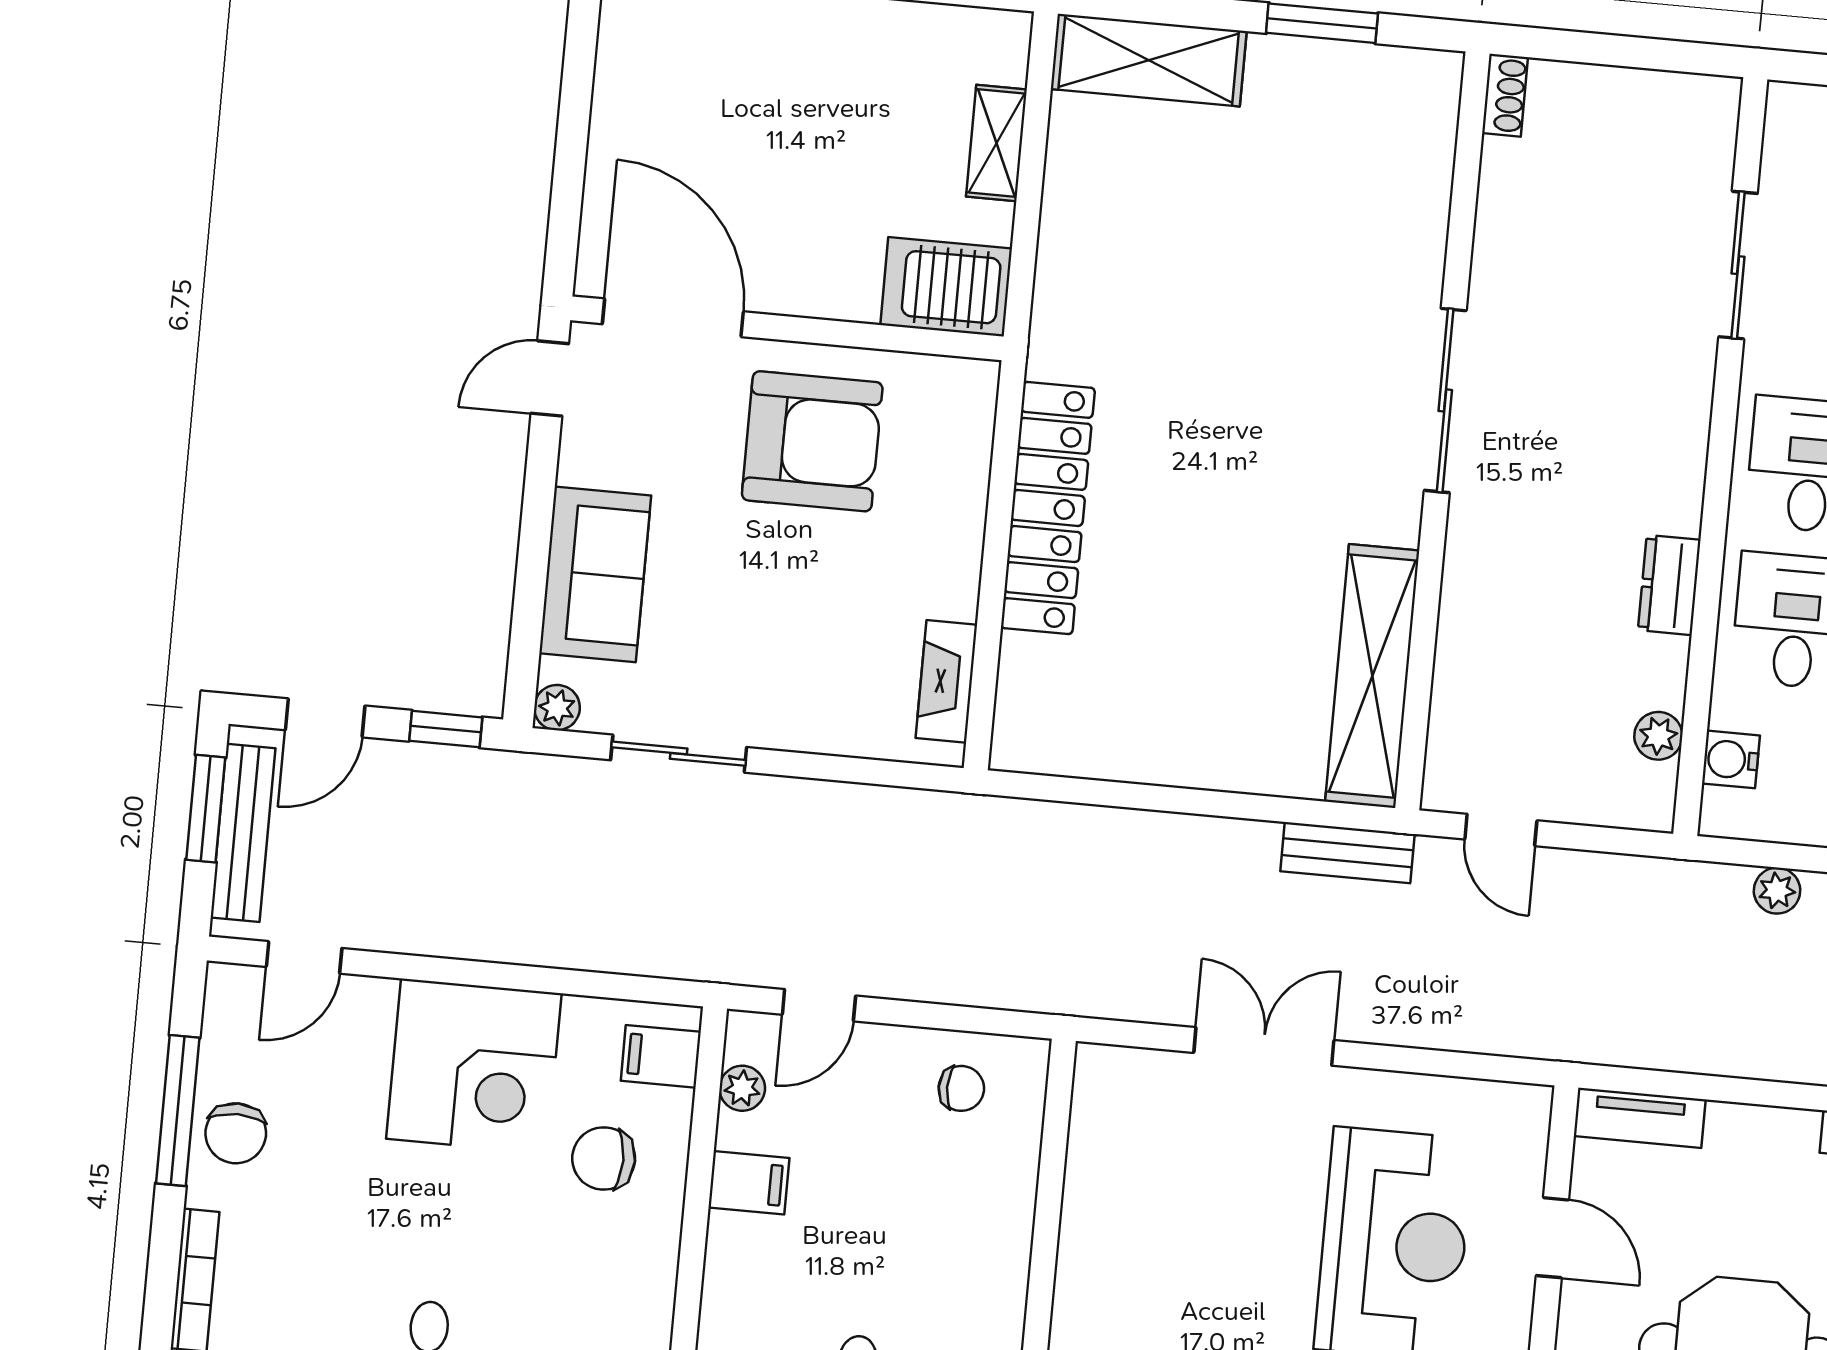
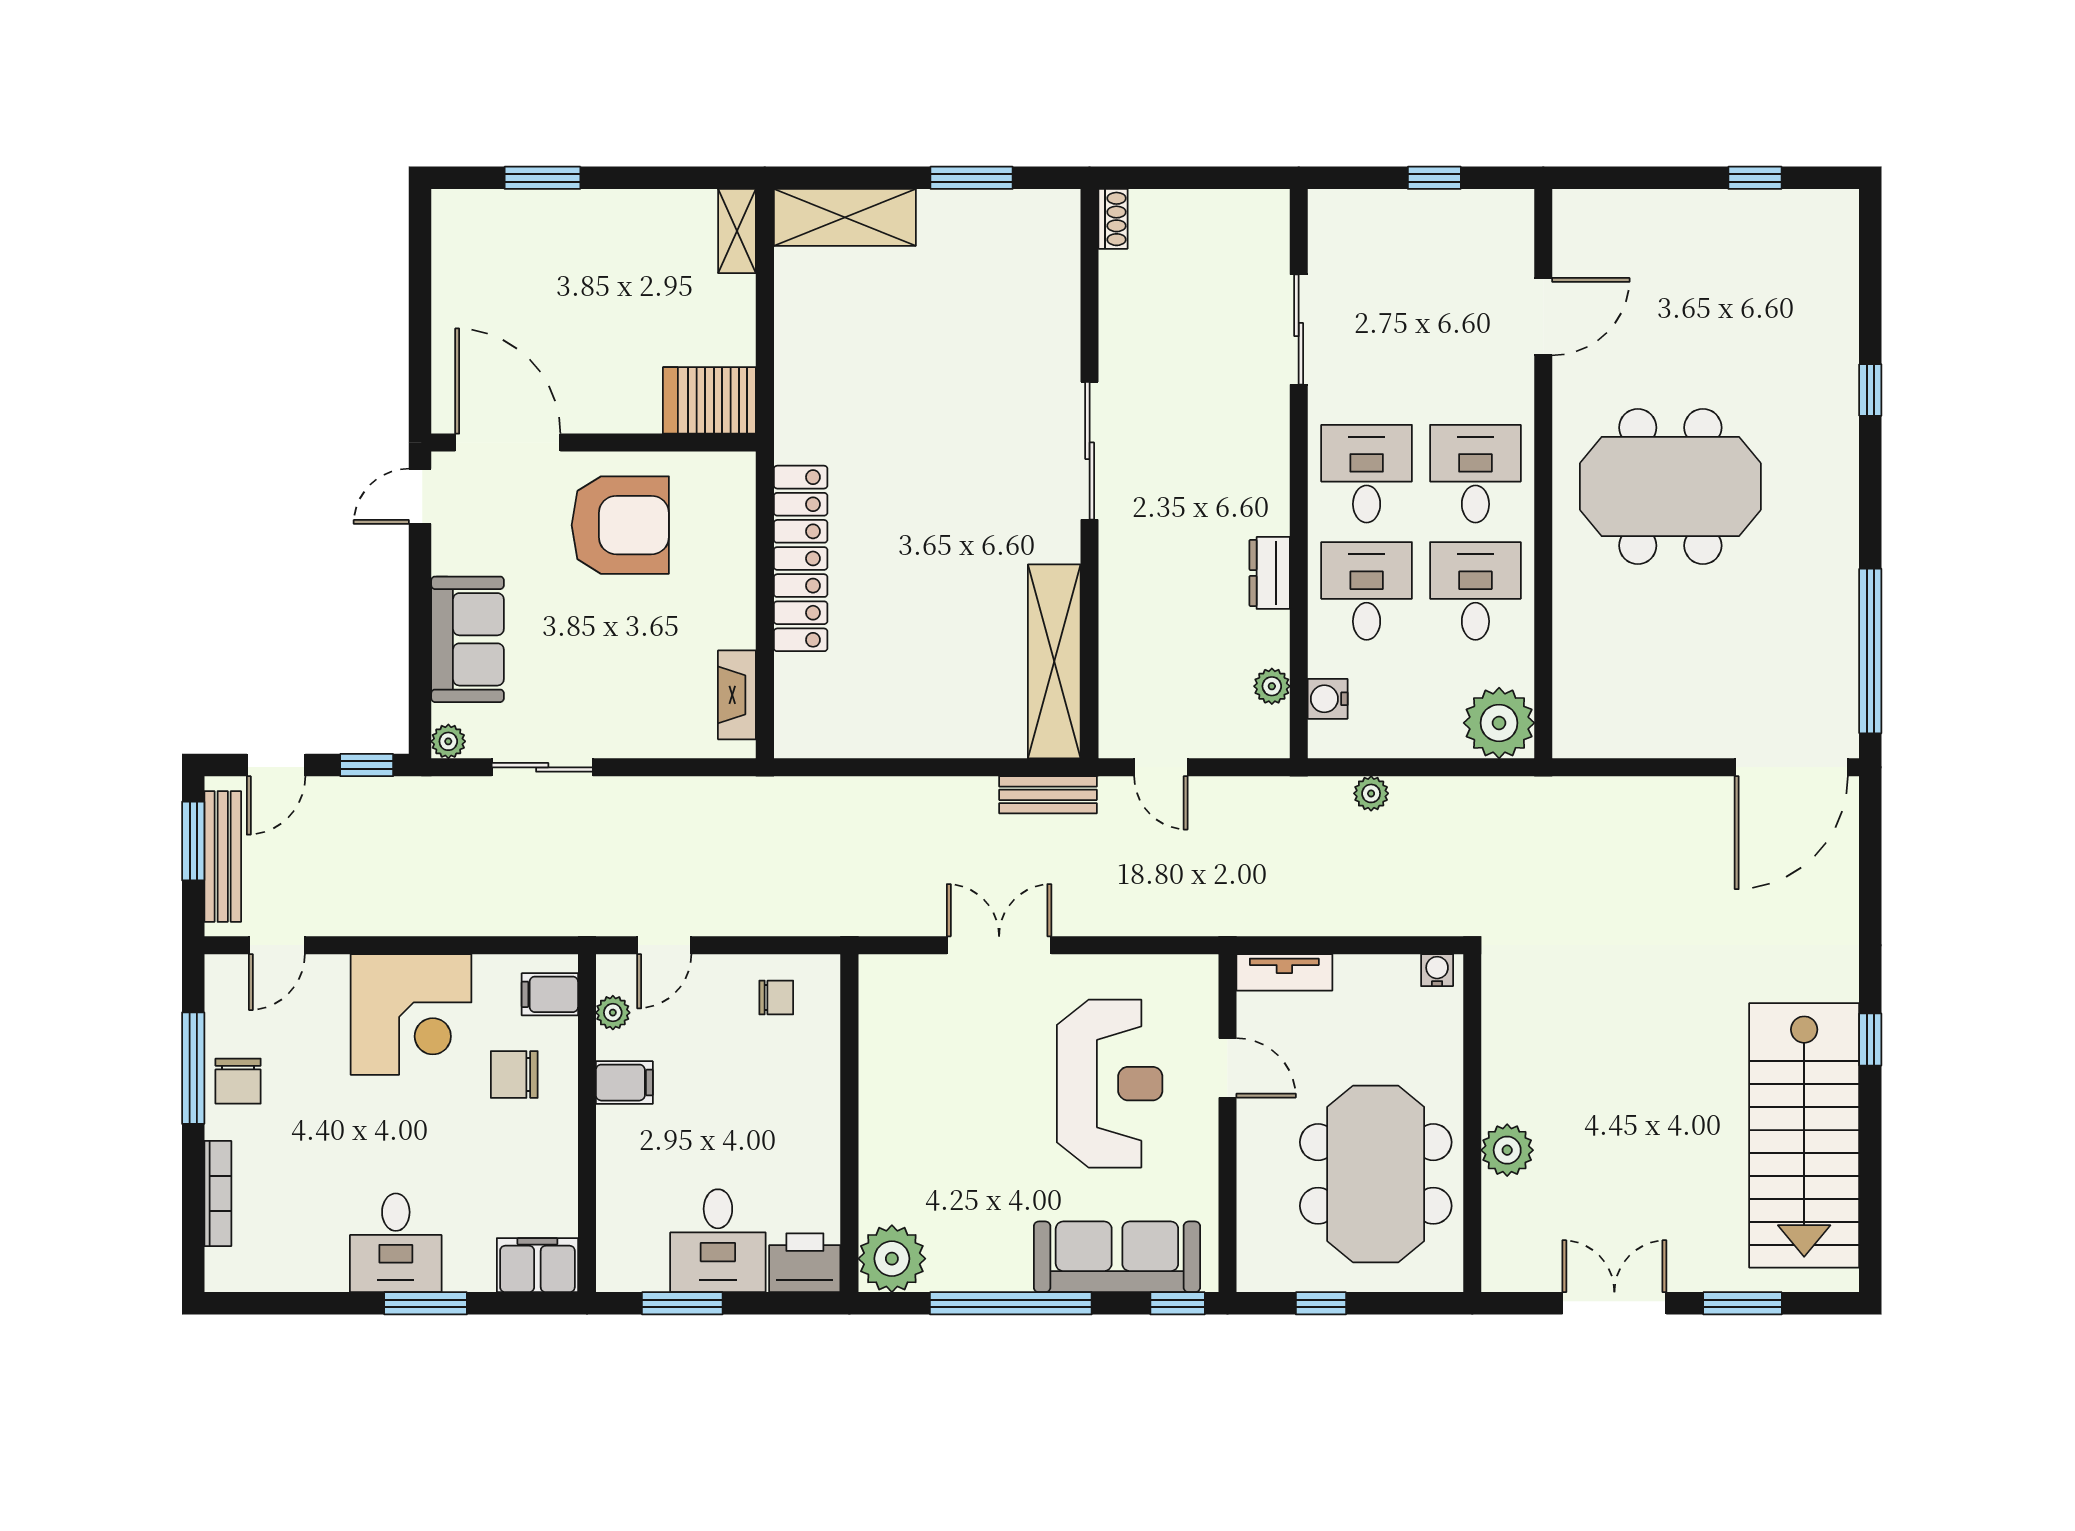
shelving: (996, 143) -> (737, 231), moved

